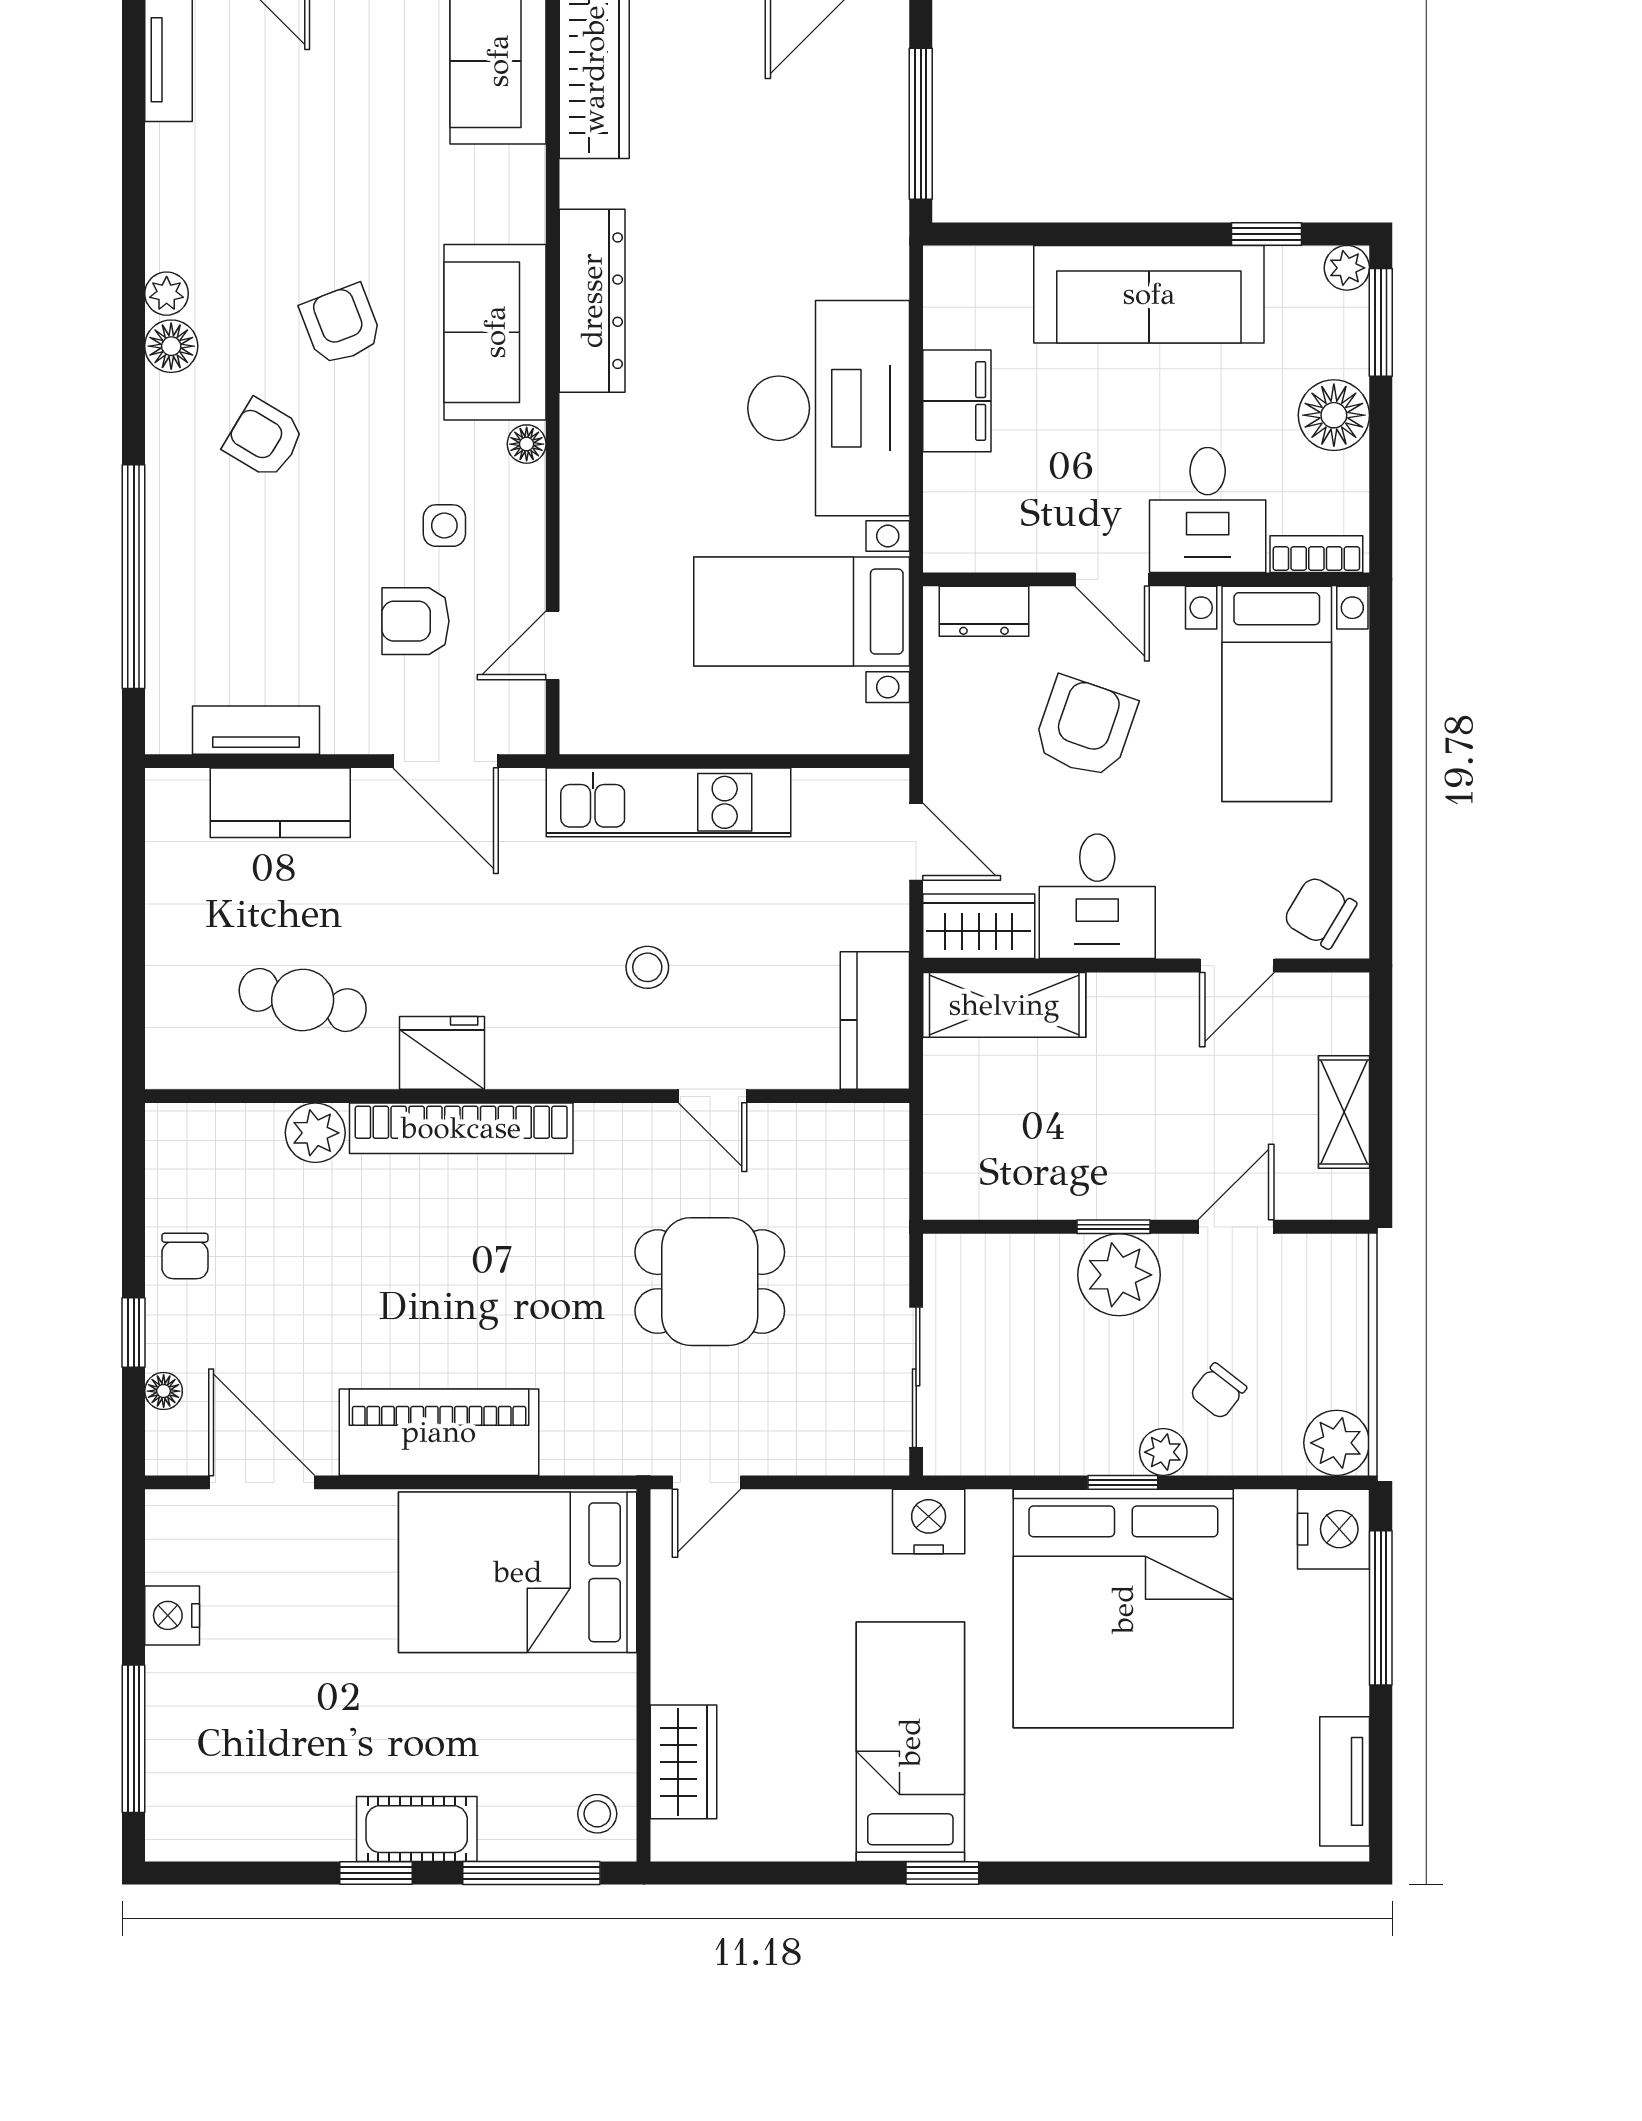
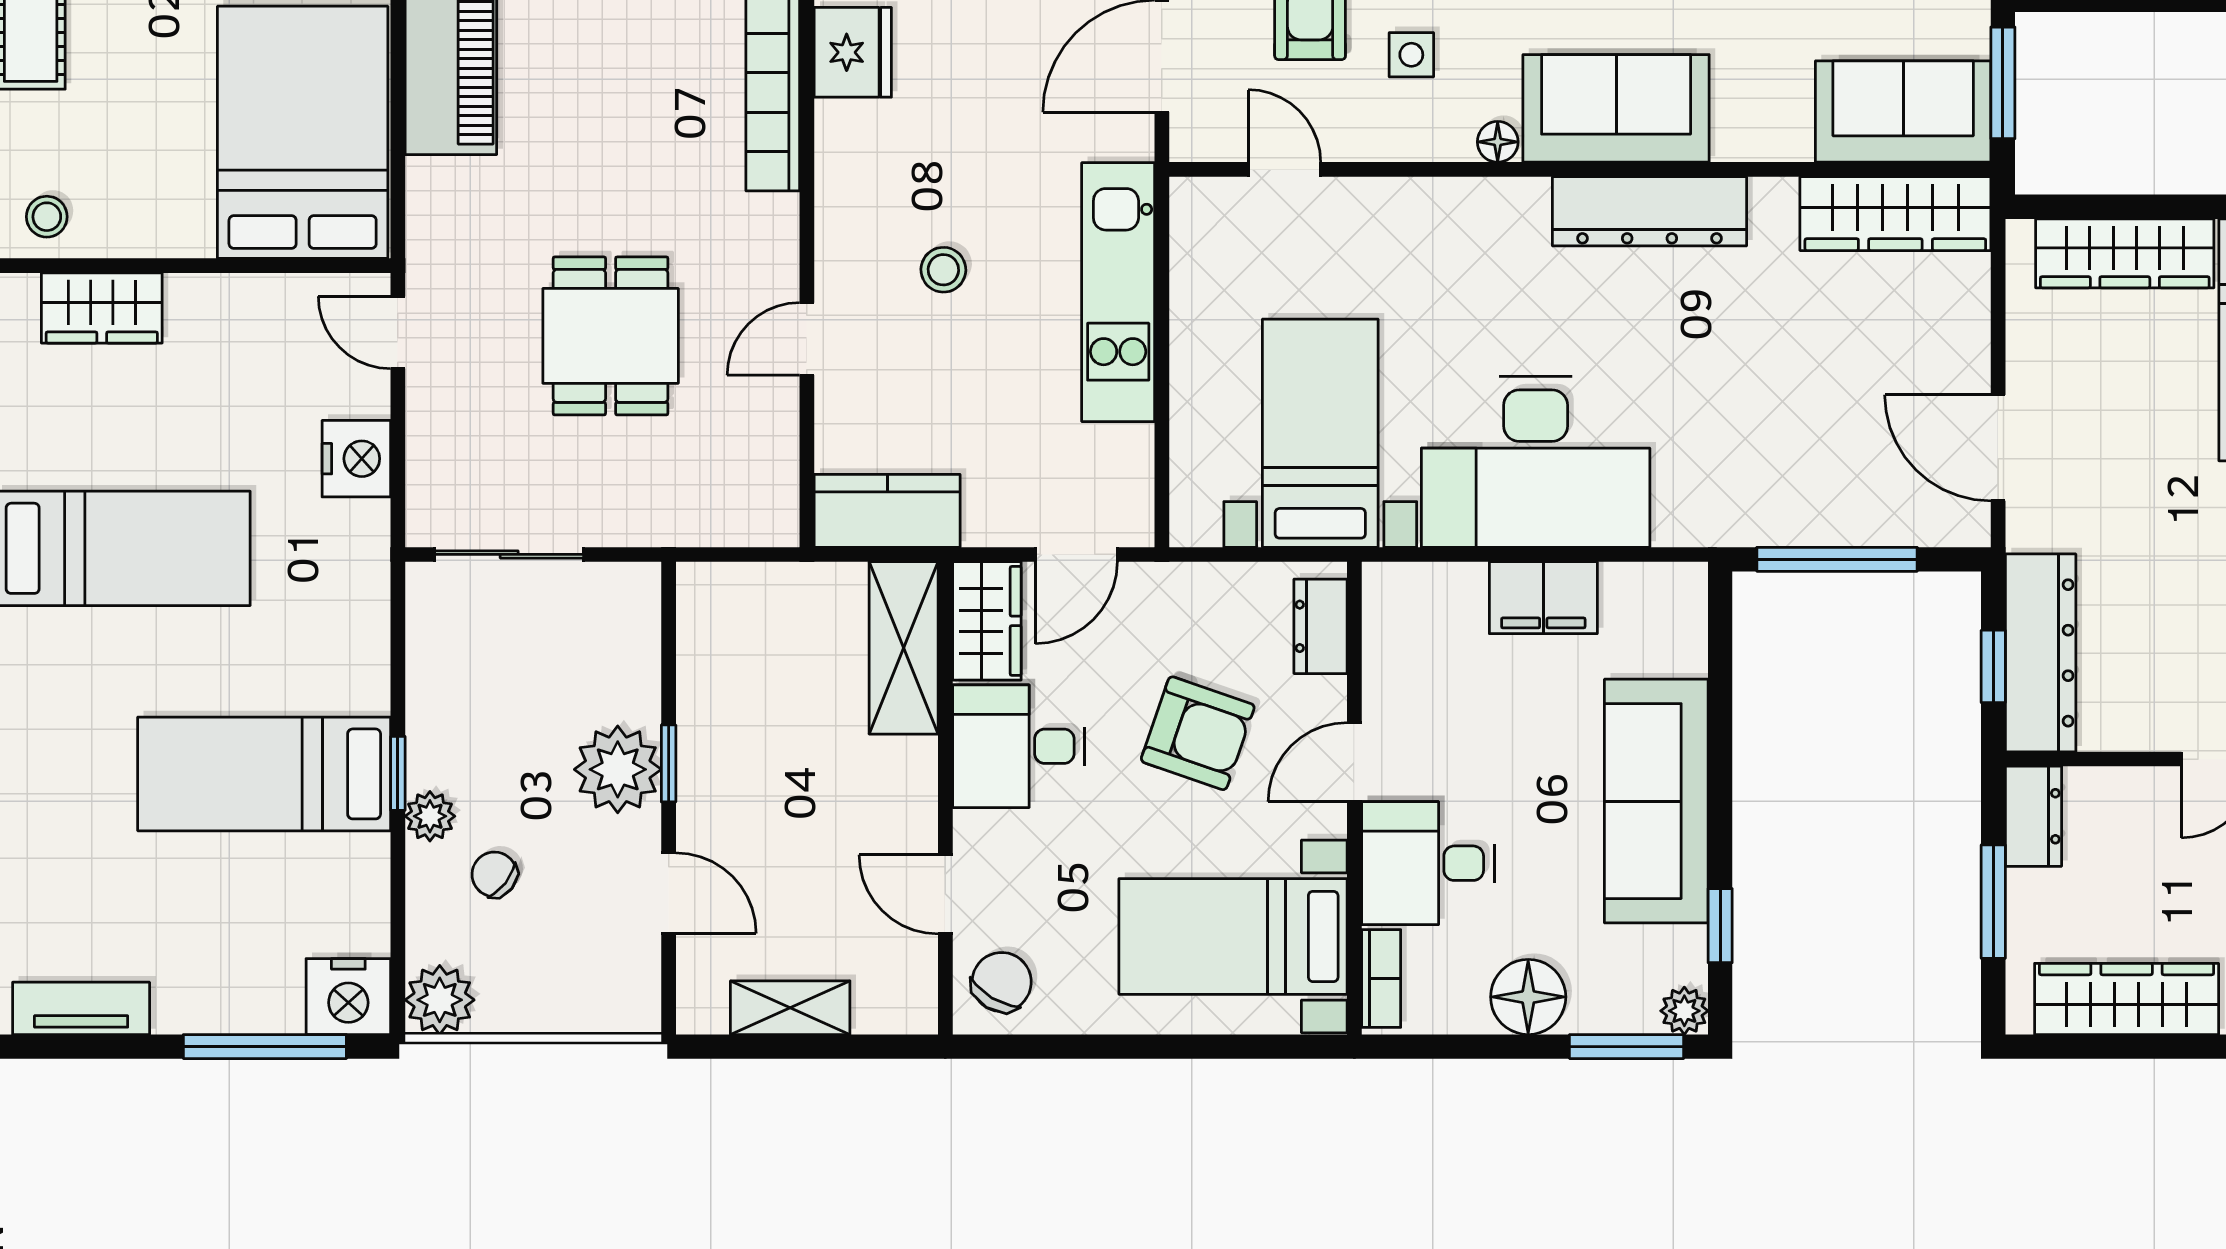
nightstand: (929, 1522) -> (356, 459), moved
bed: (1123, 1609) -> (264, 774), width x0.49

